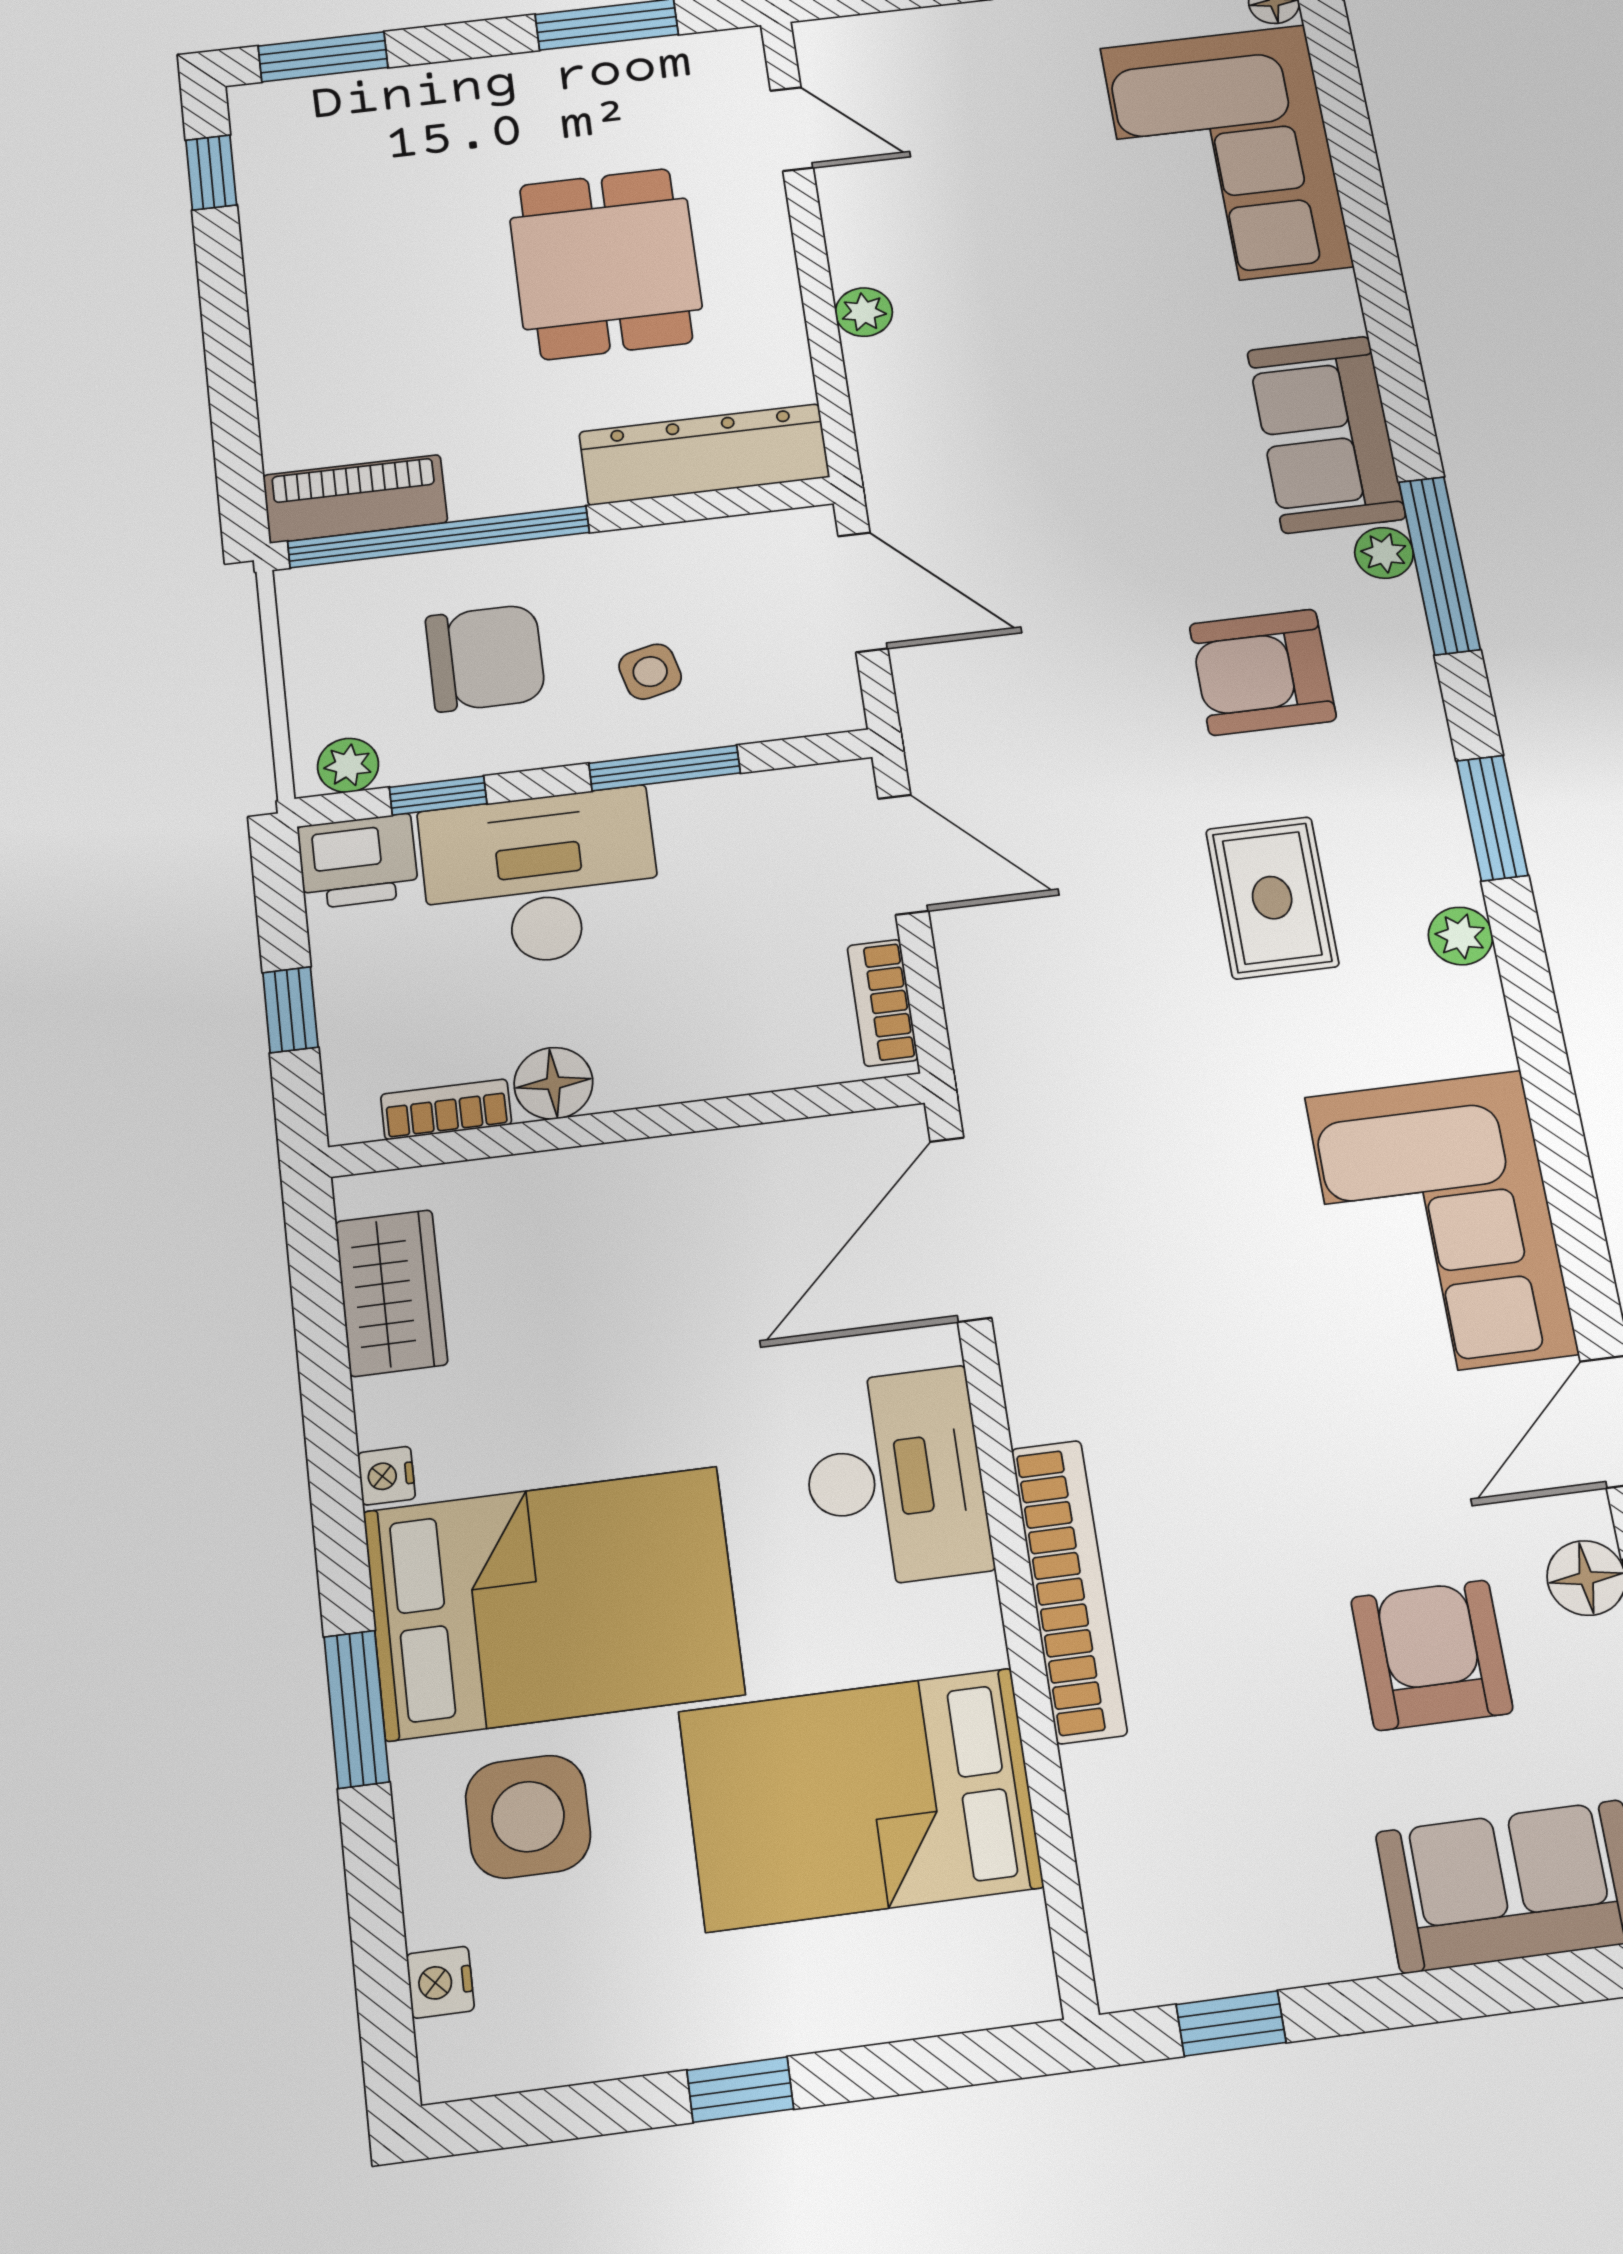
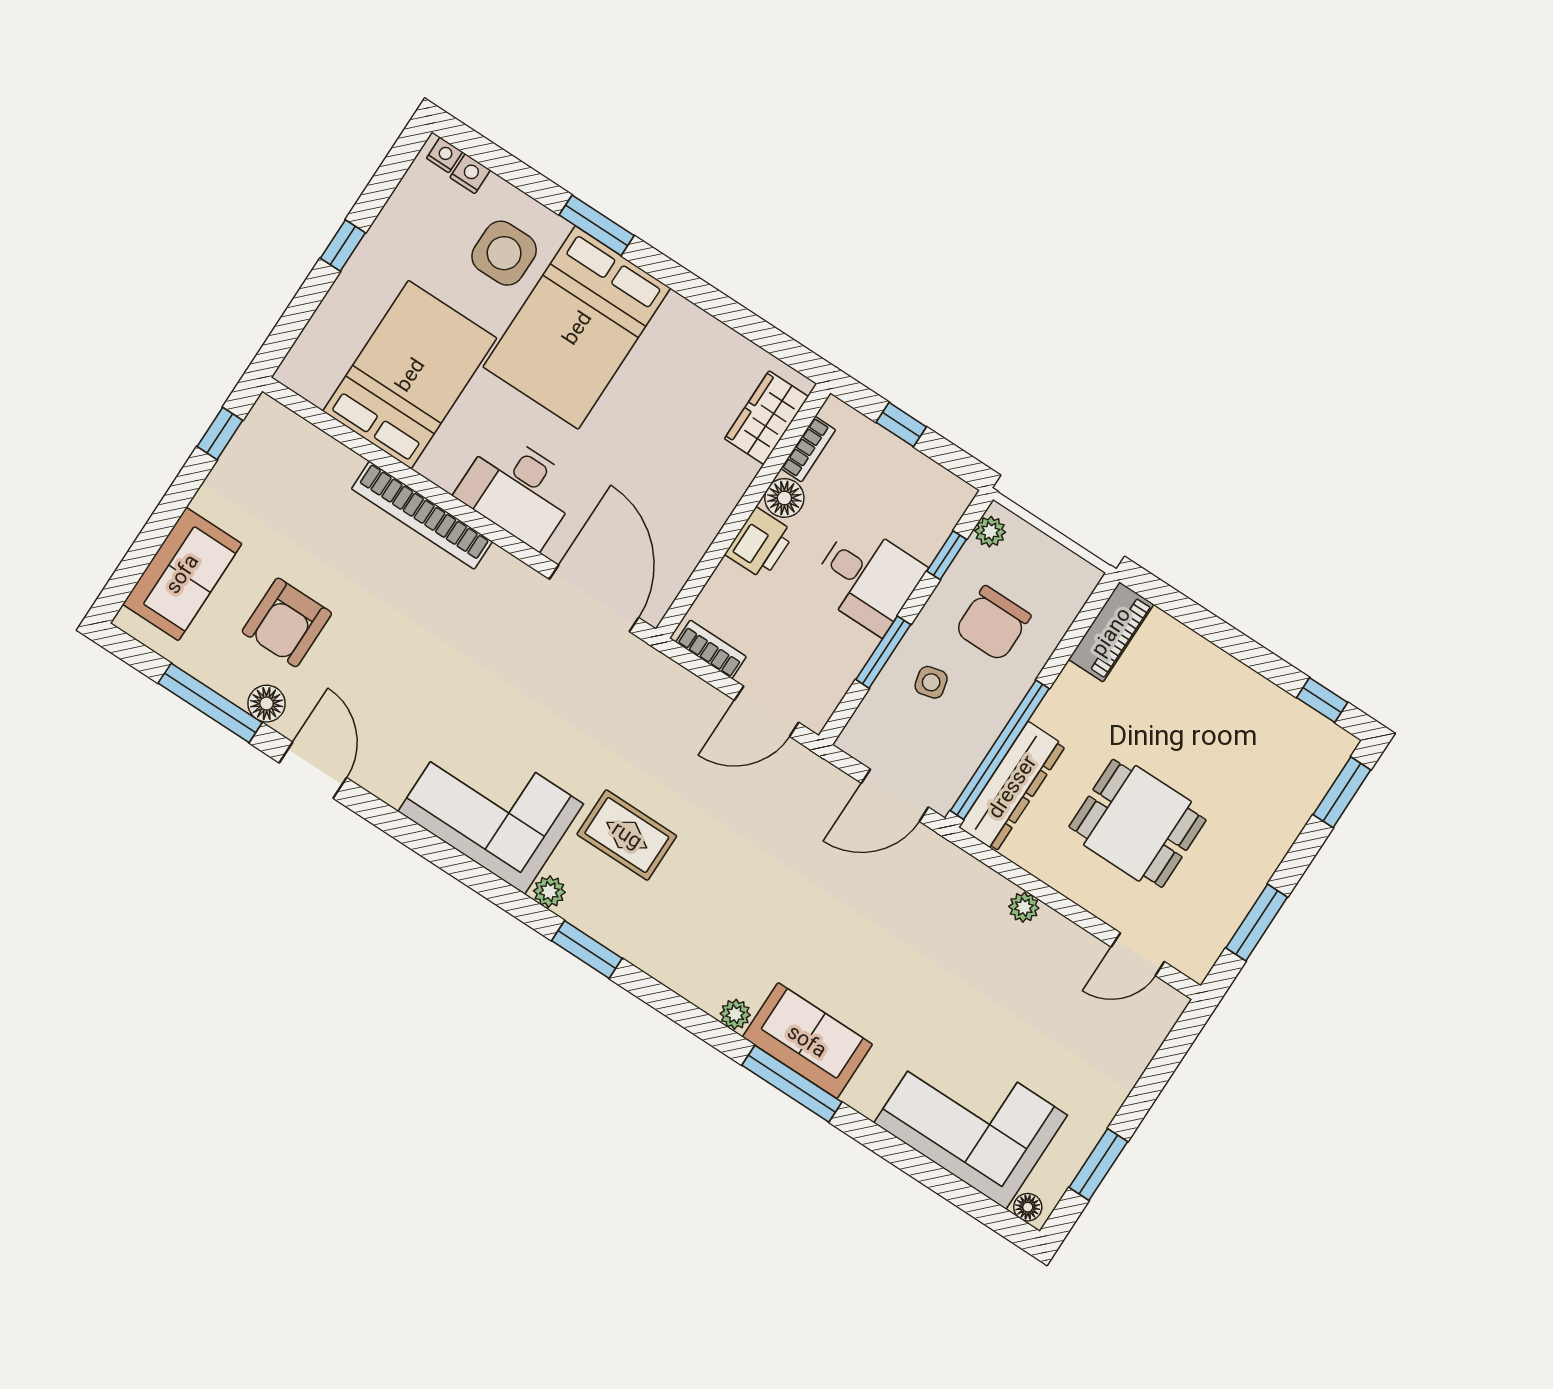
window: (439, 537) -> (1000, 750), moved
window: (1439, 565) -> (792, 1084), moved
armchair: (1263, 672) -> (725, 919), removed
printer: (358, 861) -> (760, 543), moved, turned 180
desk: (541, 878) -> (867, 578), width x0.73
corner sofa: (1440, 1225) -> (491, 808), moved
wardrobe: (391, 1293) -> (766, 418), moved, turned 90
nightstand: (387, 1476) -> (444, 155), moved
armchair: (1432, 1655) -> (287, 622), turned 90

